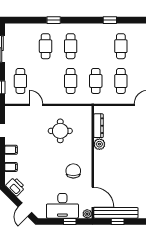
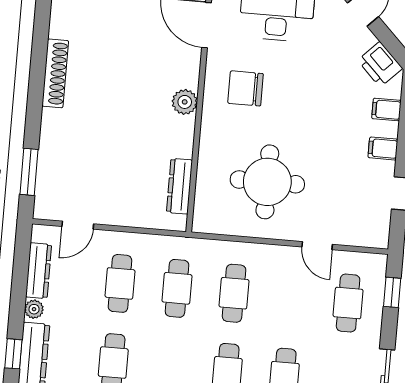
round table: (60, 131) -> (267, 182), width x1.36, depth x1.36
plant: (99, 144) -> (185, 102), moved
chair: (73, 171) -> (246, 88), turned 90

